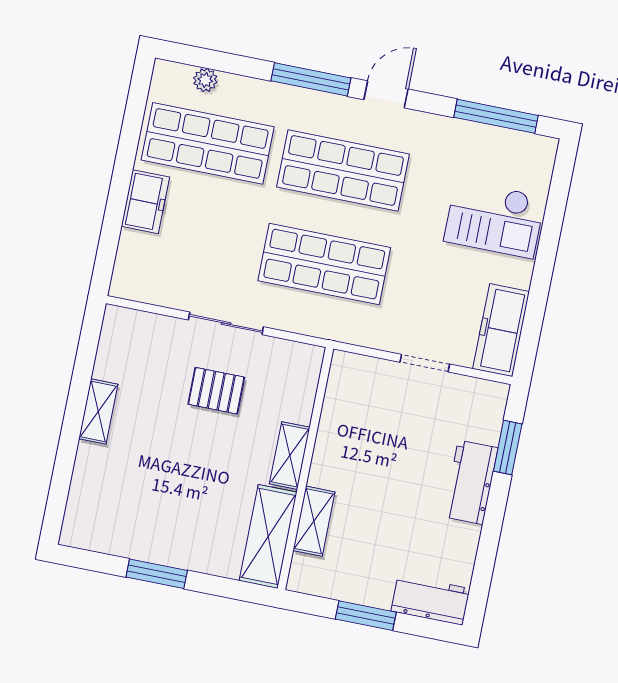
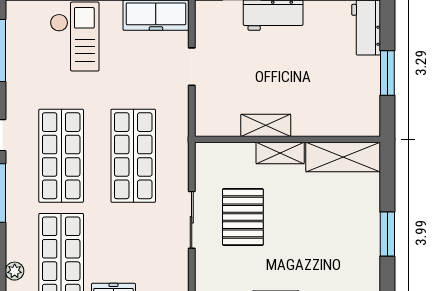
pallet: (216, 391) -> (243, 217), width x1.50, depth x1.42
shelving: (314, 521) -> (266, 125), moved

